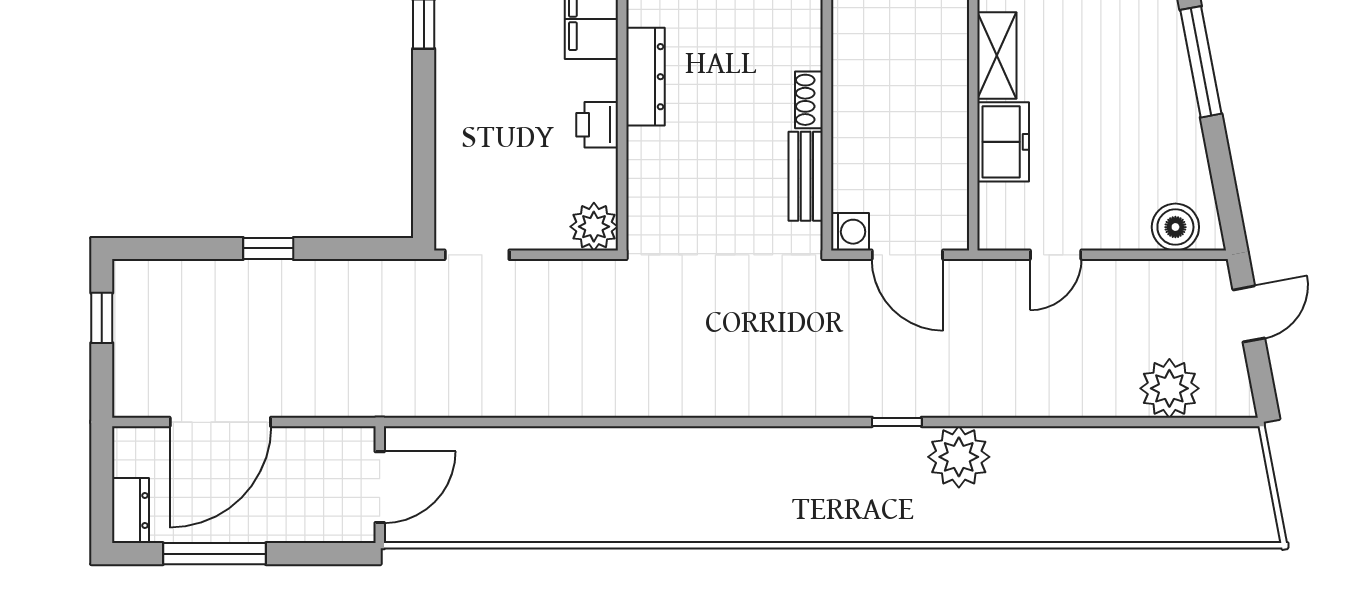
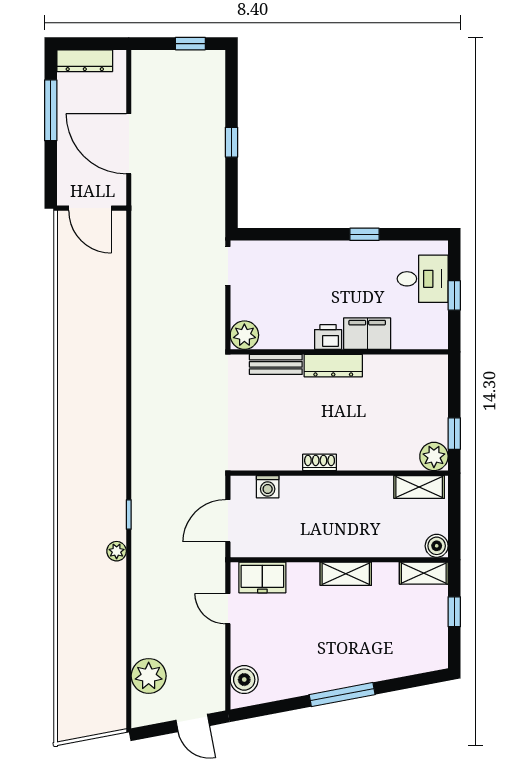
printer: (597, 125) -> (328, 337), moved
freezer: (1003, 142) -> (262, 577), moved
bench: (806, 176) -> (276, 364), moved
washing machine: (850, 232) -> (268, 487), moved
door: (220, 422) -> (129, 144), moved
plant: (959, 457) -> (117, 551), width x0.53, depth x0.53
dresser: (131, 510) -> (85, 61), width x1.44

